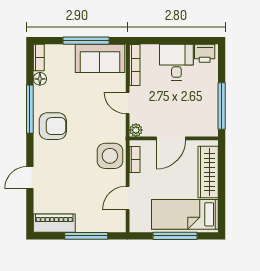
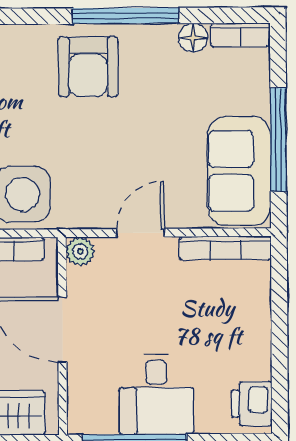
desk: (176, 62) -> (156, 394), moved, turned 90

